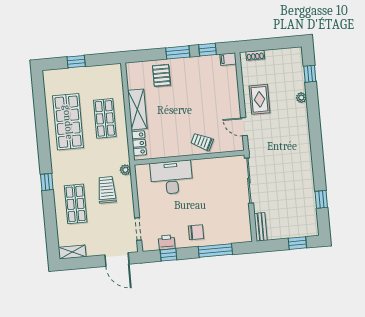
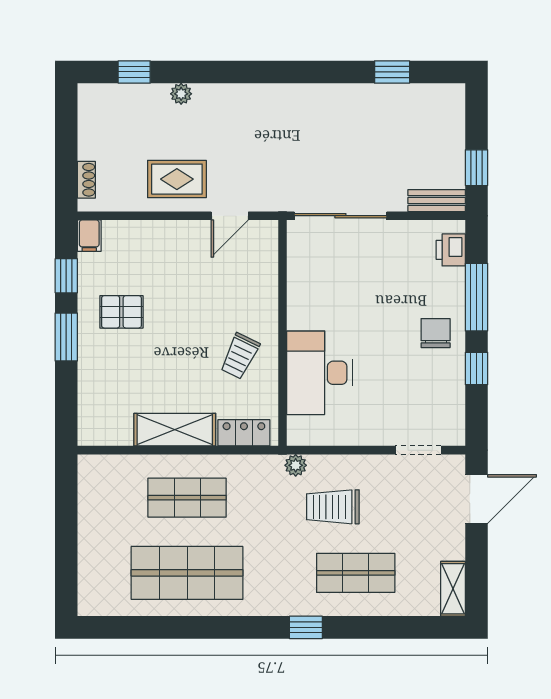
window: (76, 62) -> (66, 545), removed
pallet: (161, 75) -> (121, 312), moved
trolley: (202, 142) -> (240, 356), moved
printer: (167, 242) -> (451, 250), moved
window: (297, 243) -> (476, 168), moved
window: (169, 255) -> (476, 369), moved

